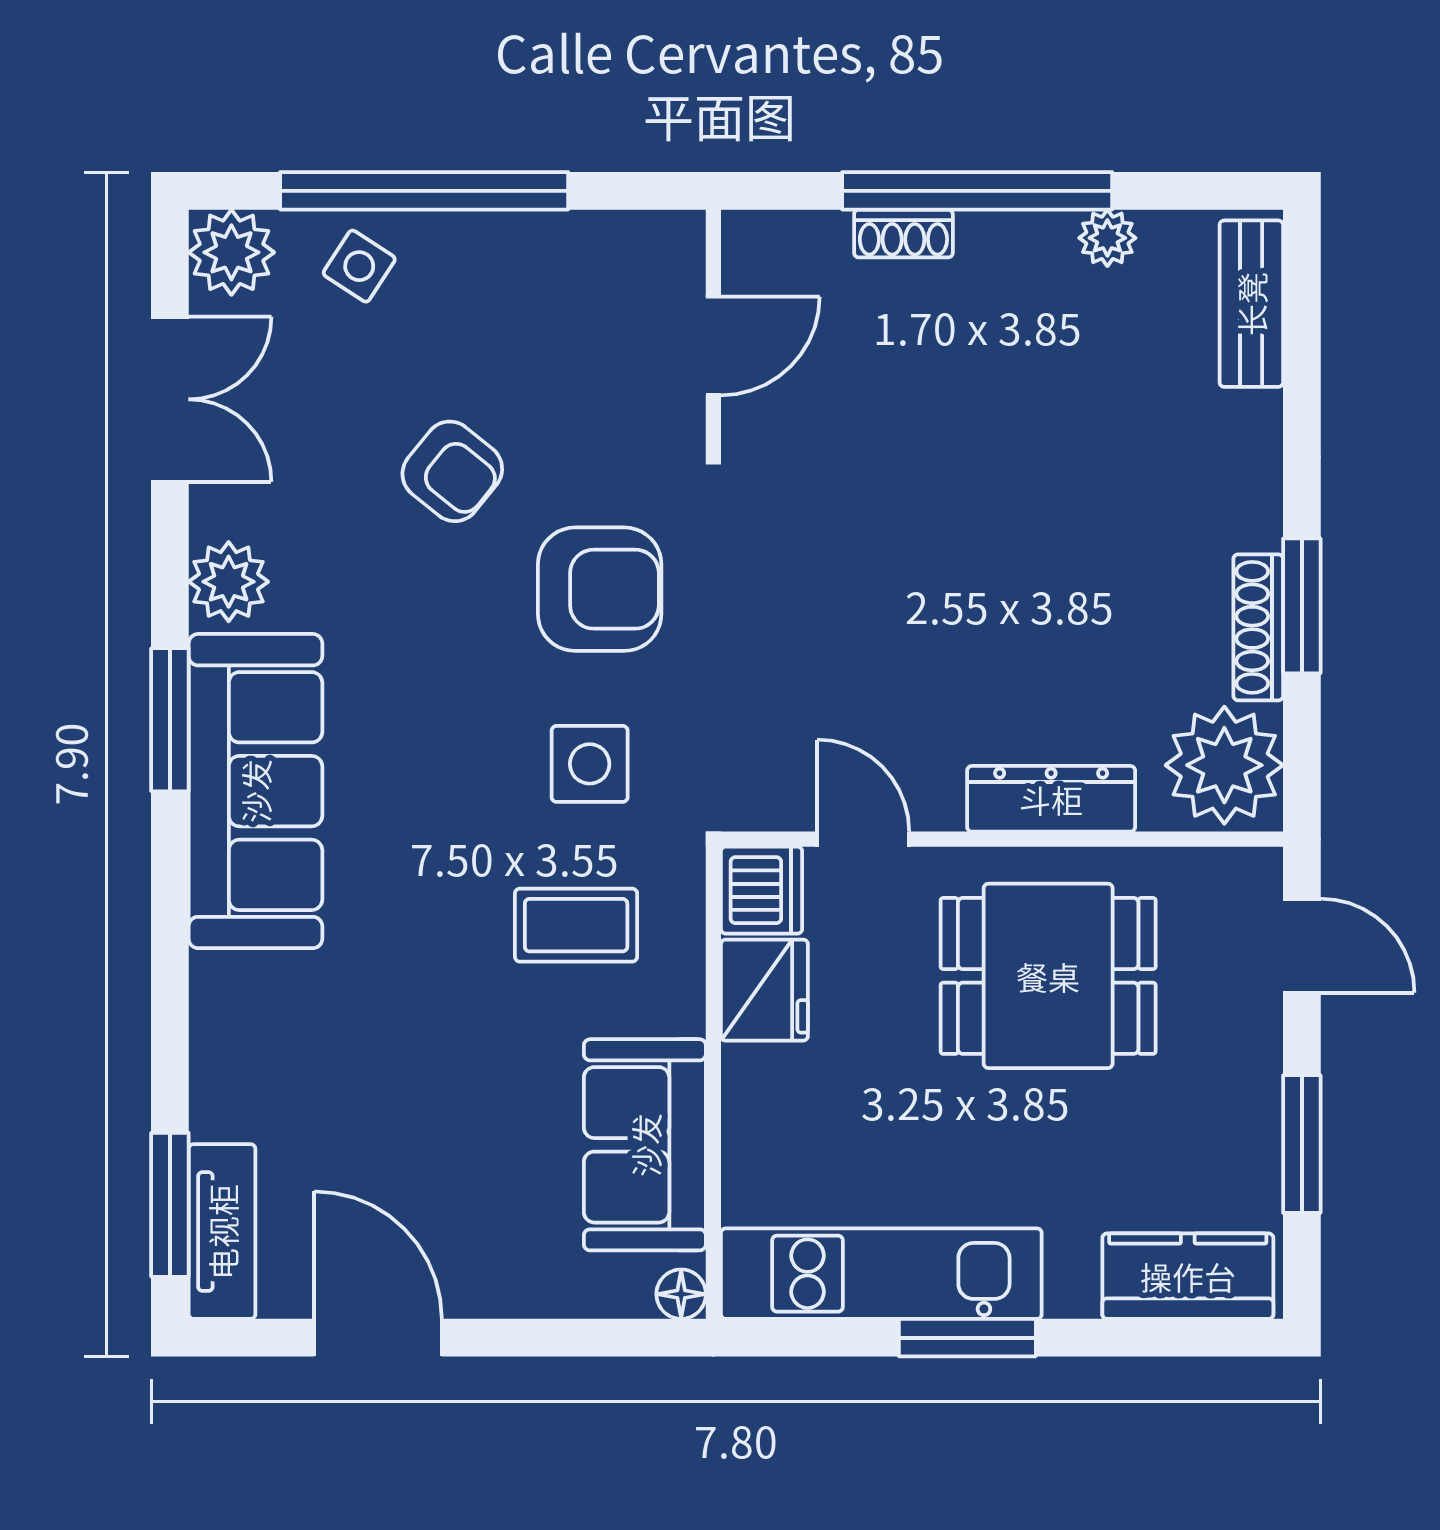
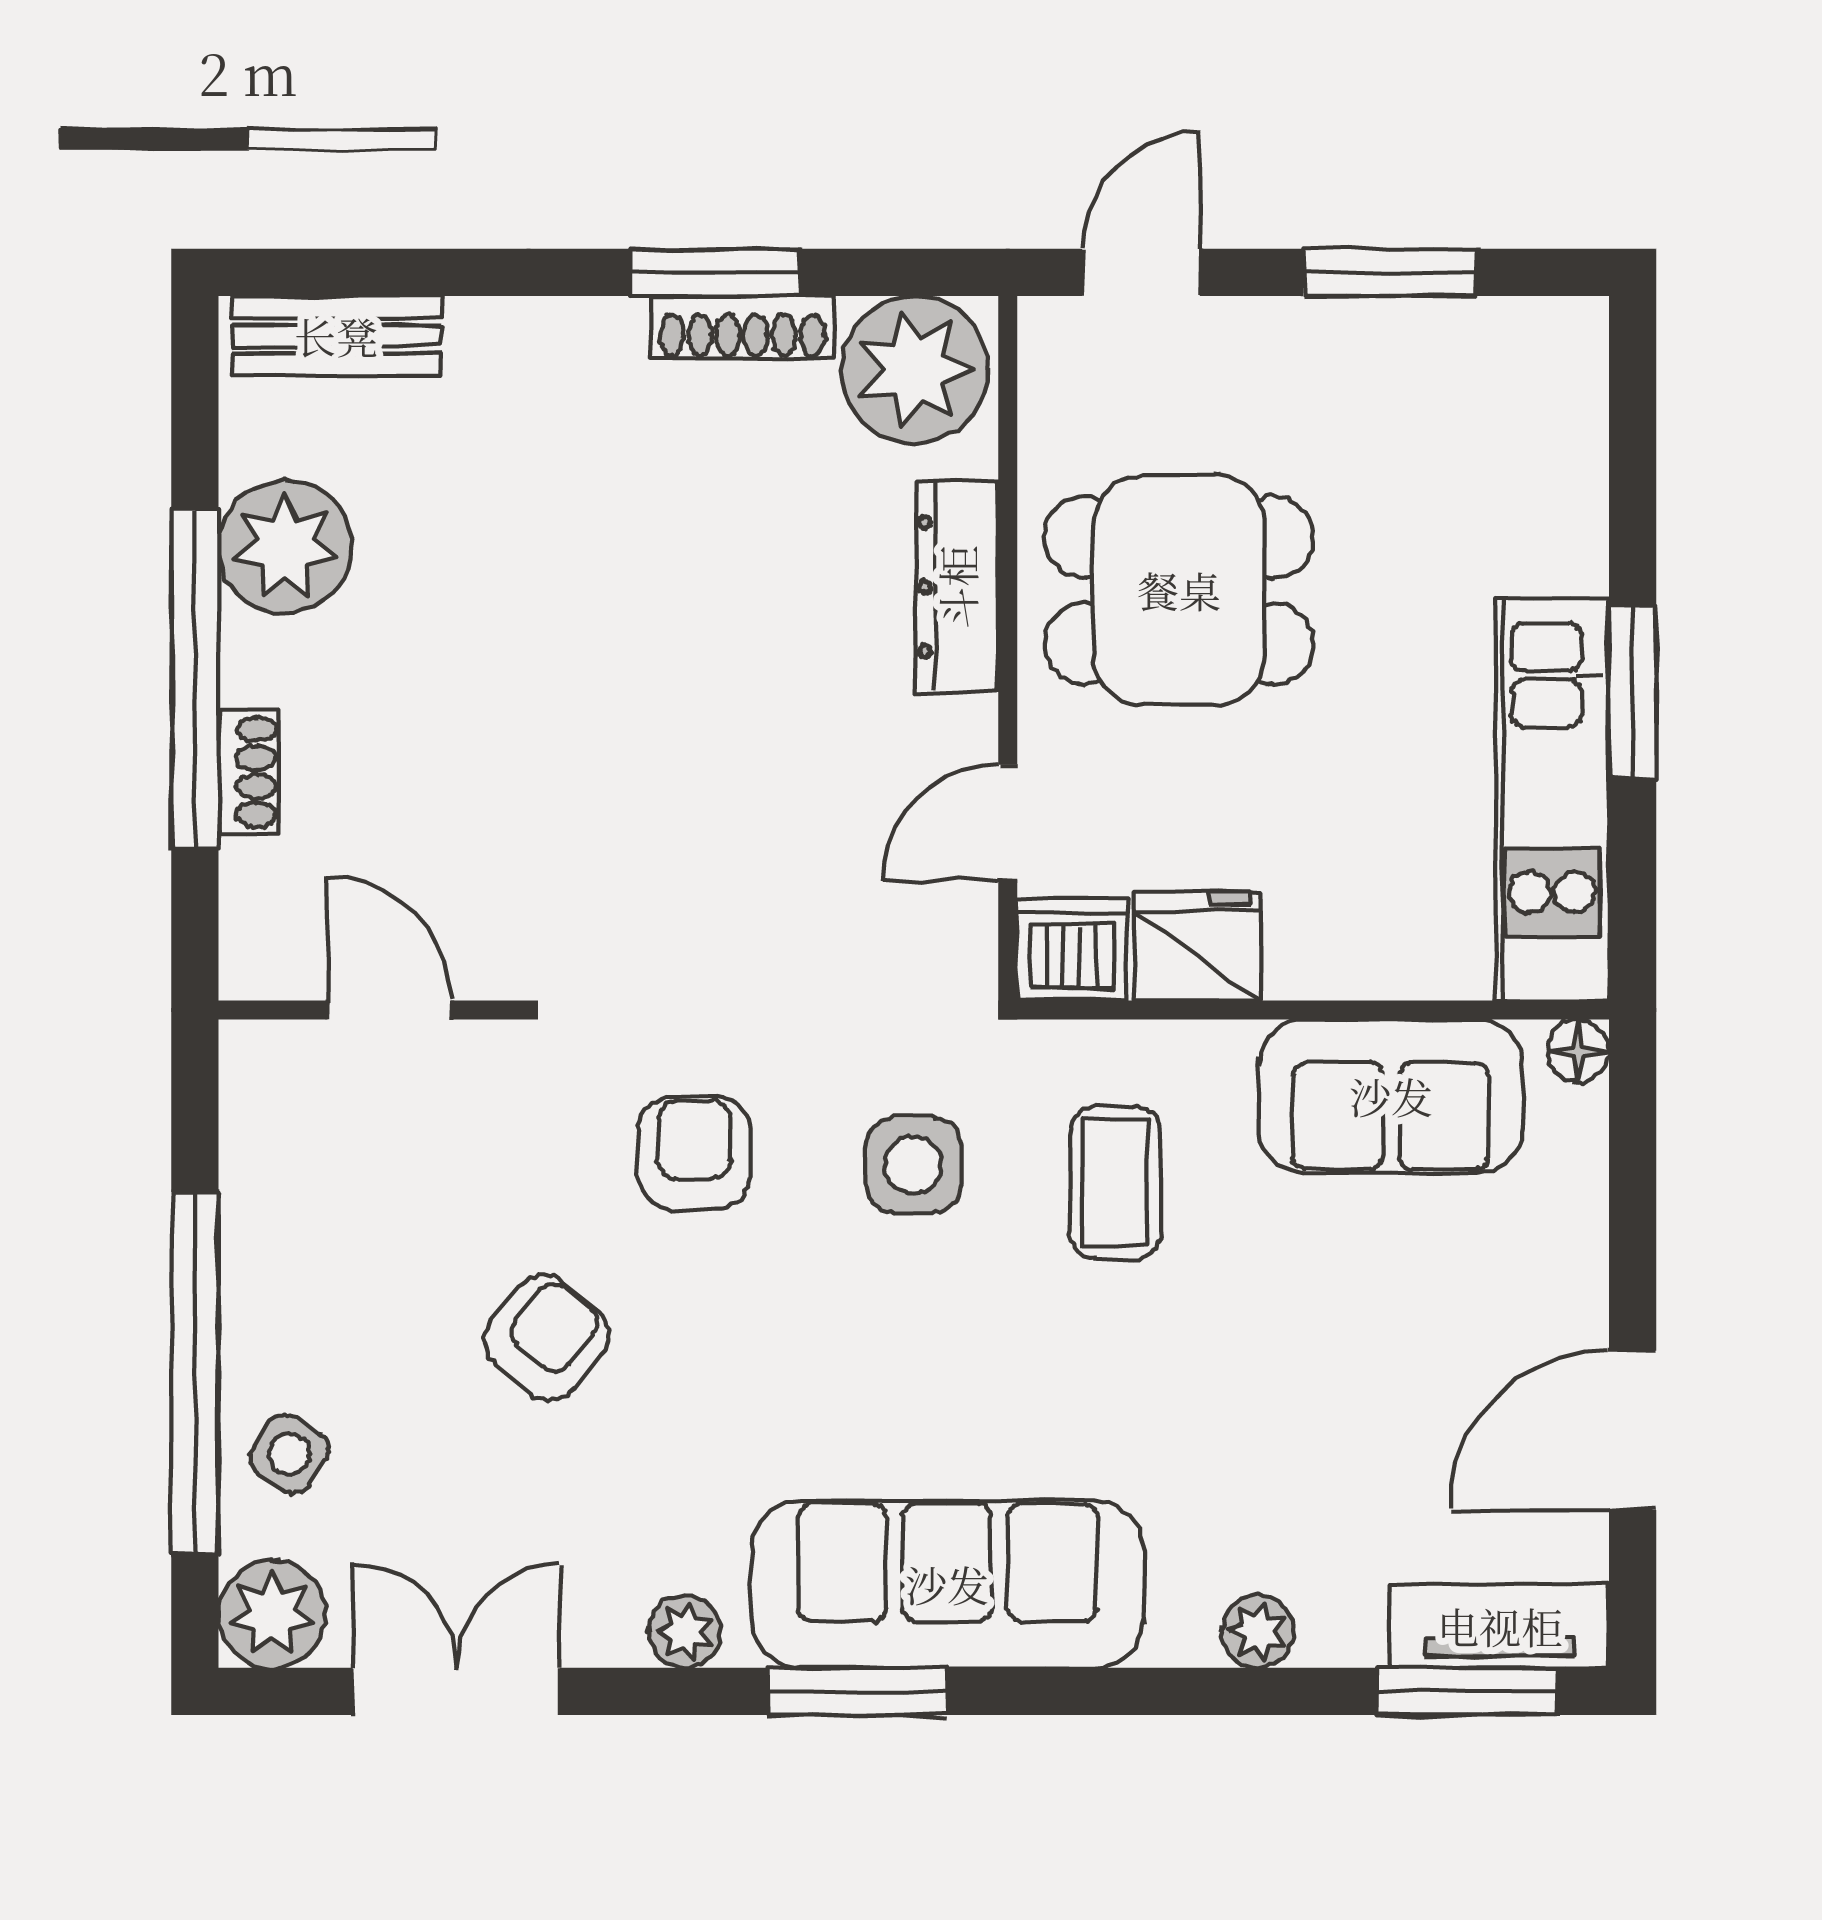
plant: (1107, 238) -> (285, 547), width x1.87, depth x1.87
plant: (229, 582) -> (685, 1632), width x0.73, depth x0.73
armchair: (600, 589) -> (694, 1153), width x0.72, depth x0.72
dining table: (1048, 976) -> (1179, 590), turned 90
plant: (218, 1039) -> (1258, 1631), added
kitchen counter: (1188, 1276) -> (1555, 415), removed

